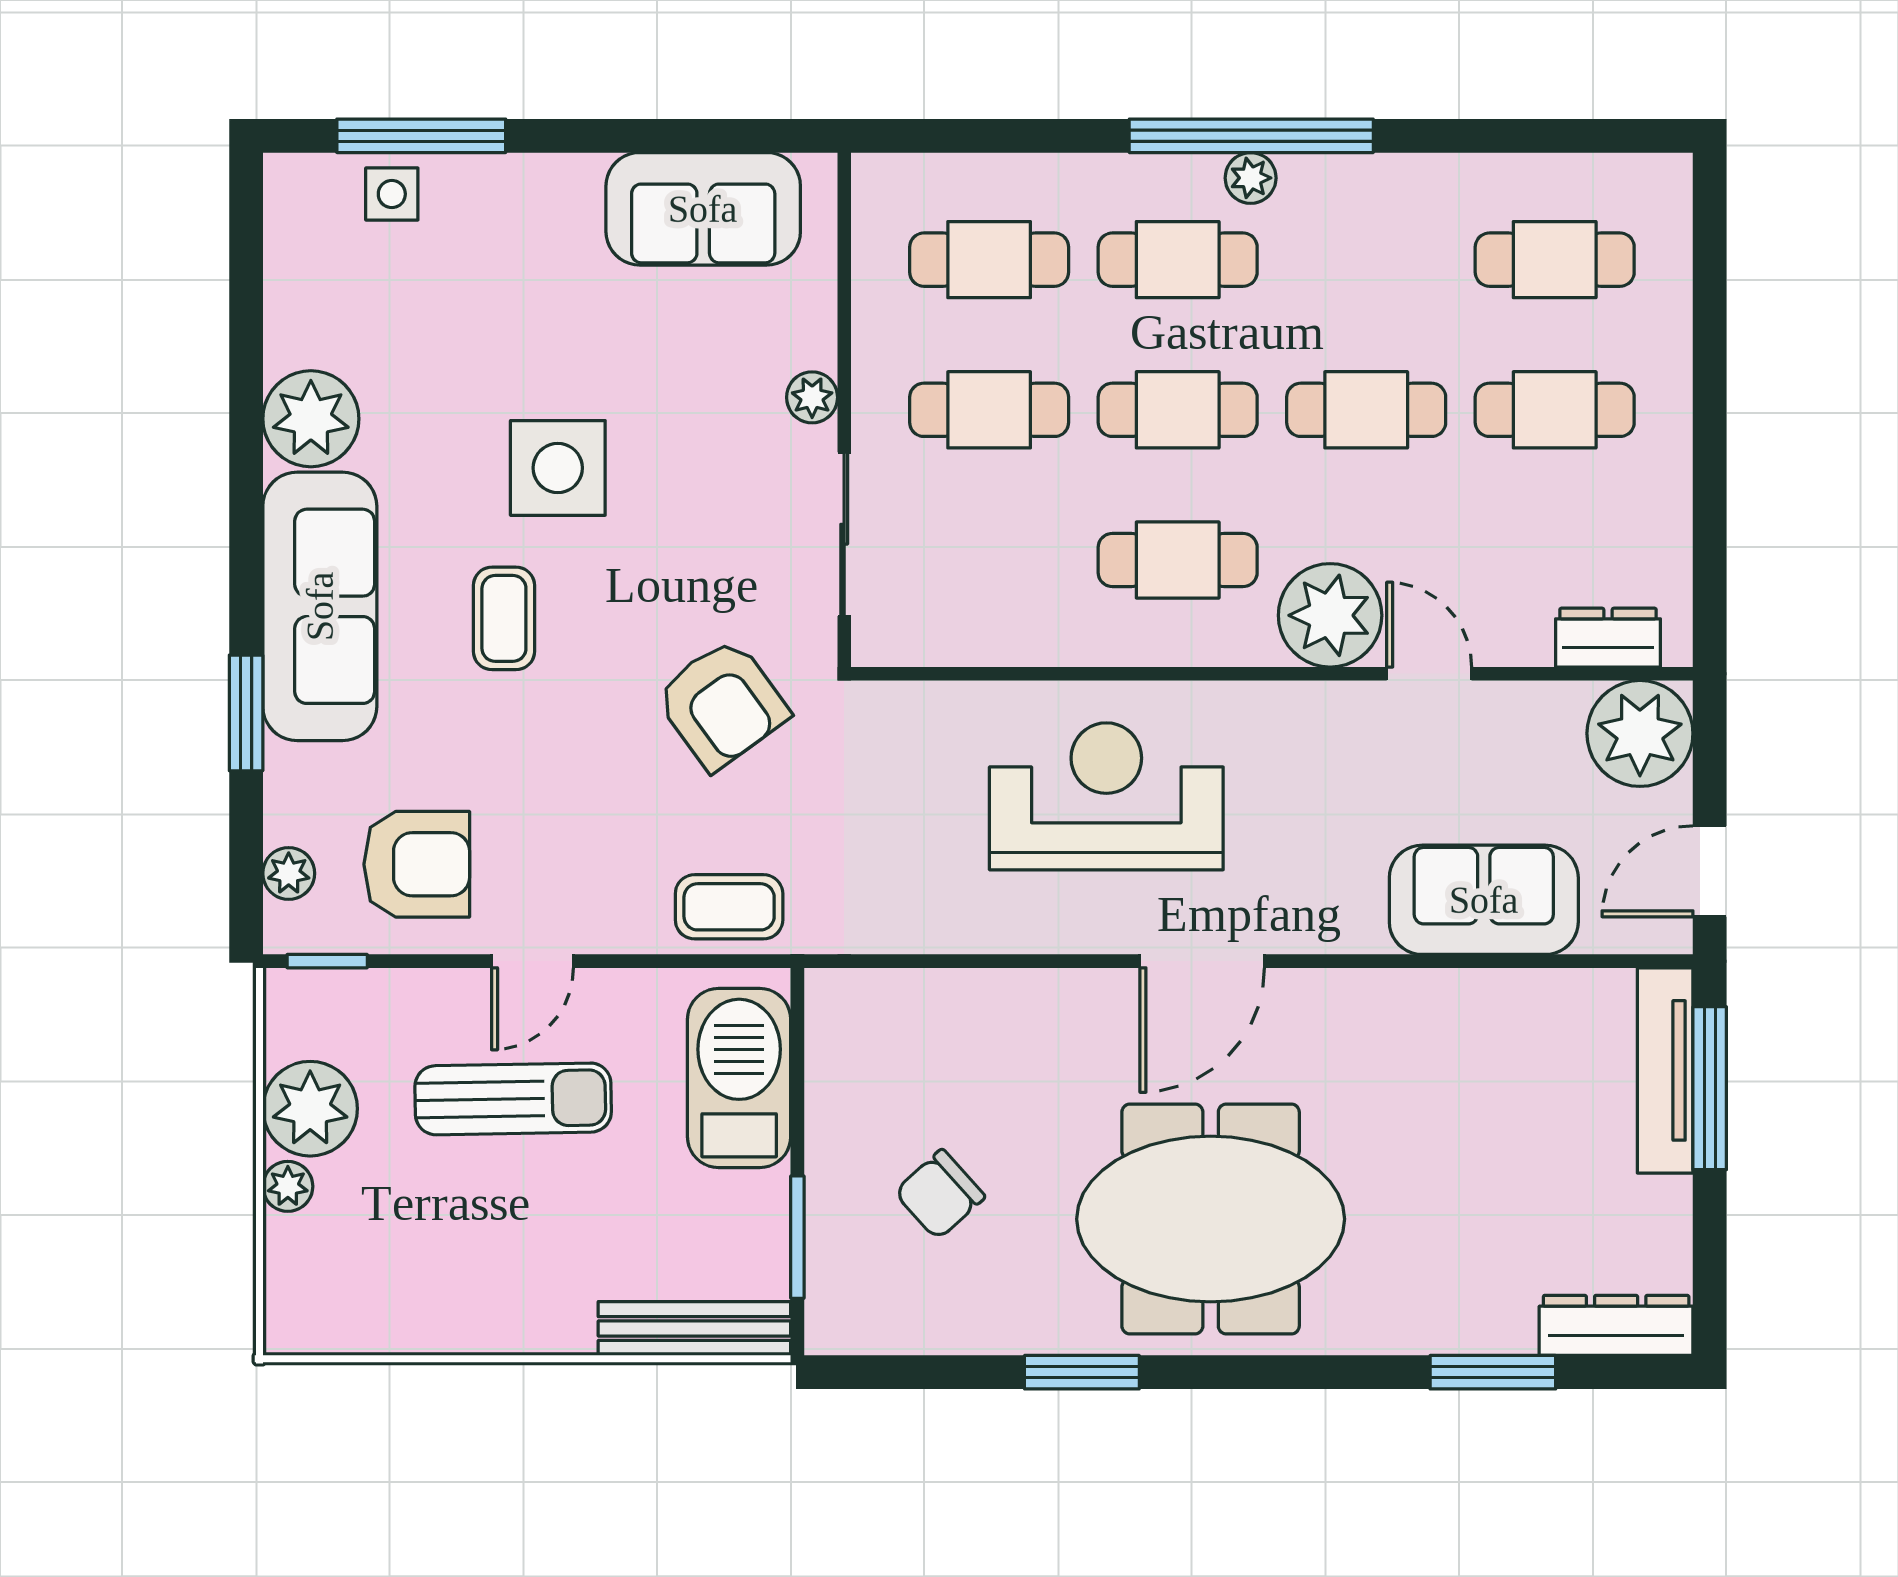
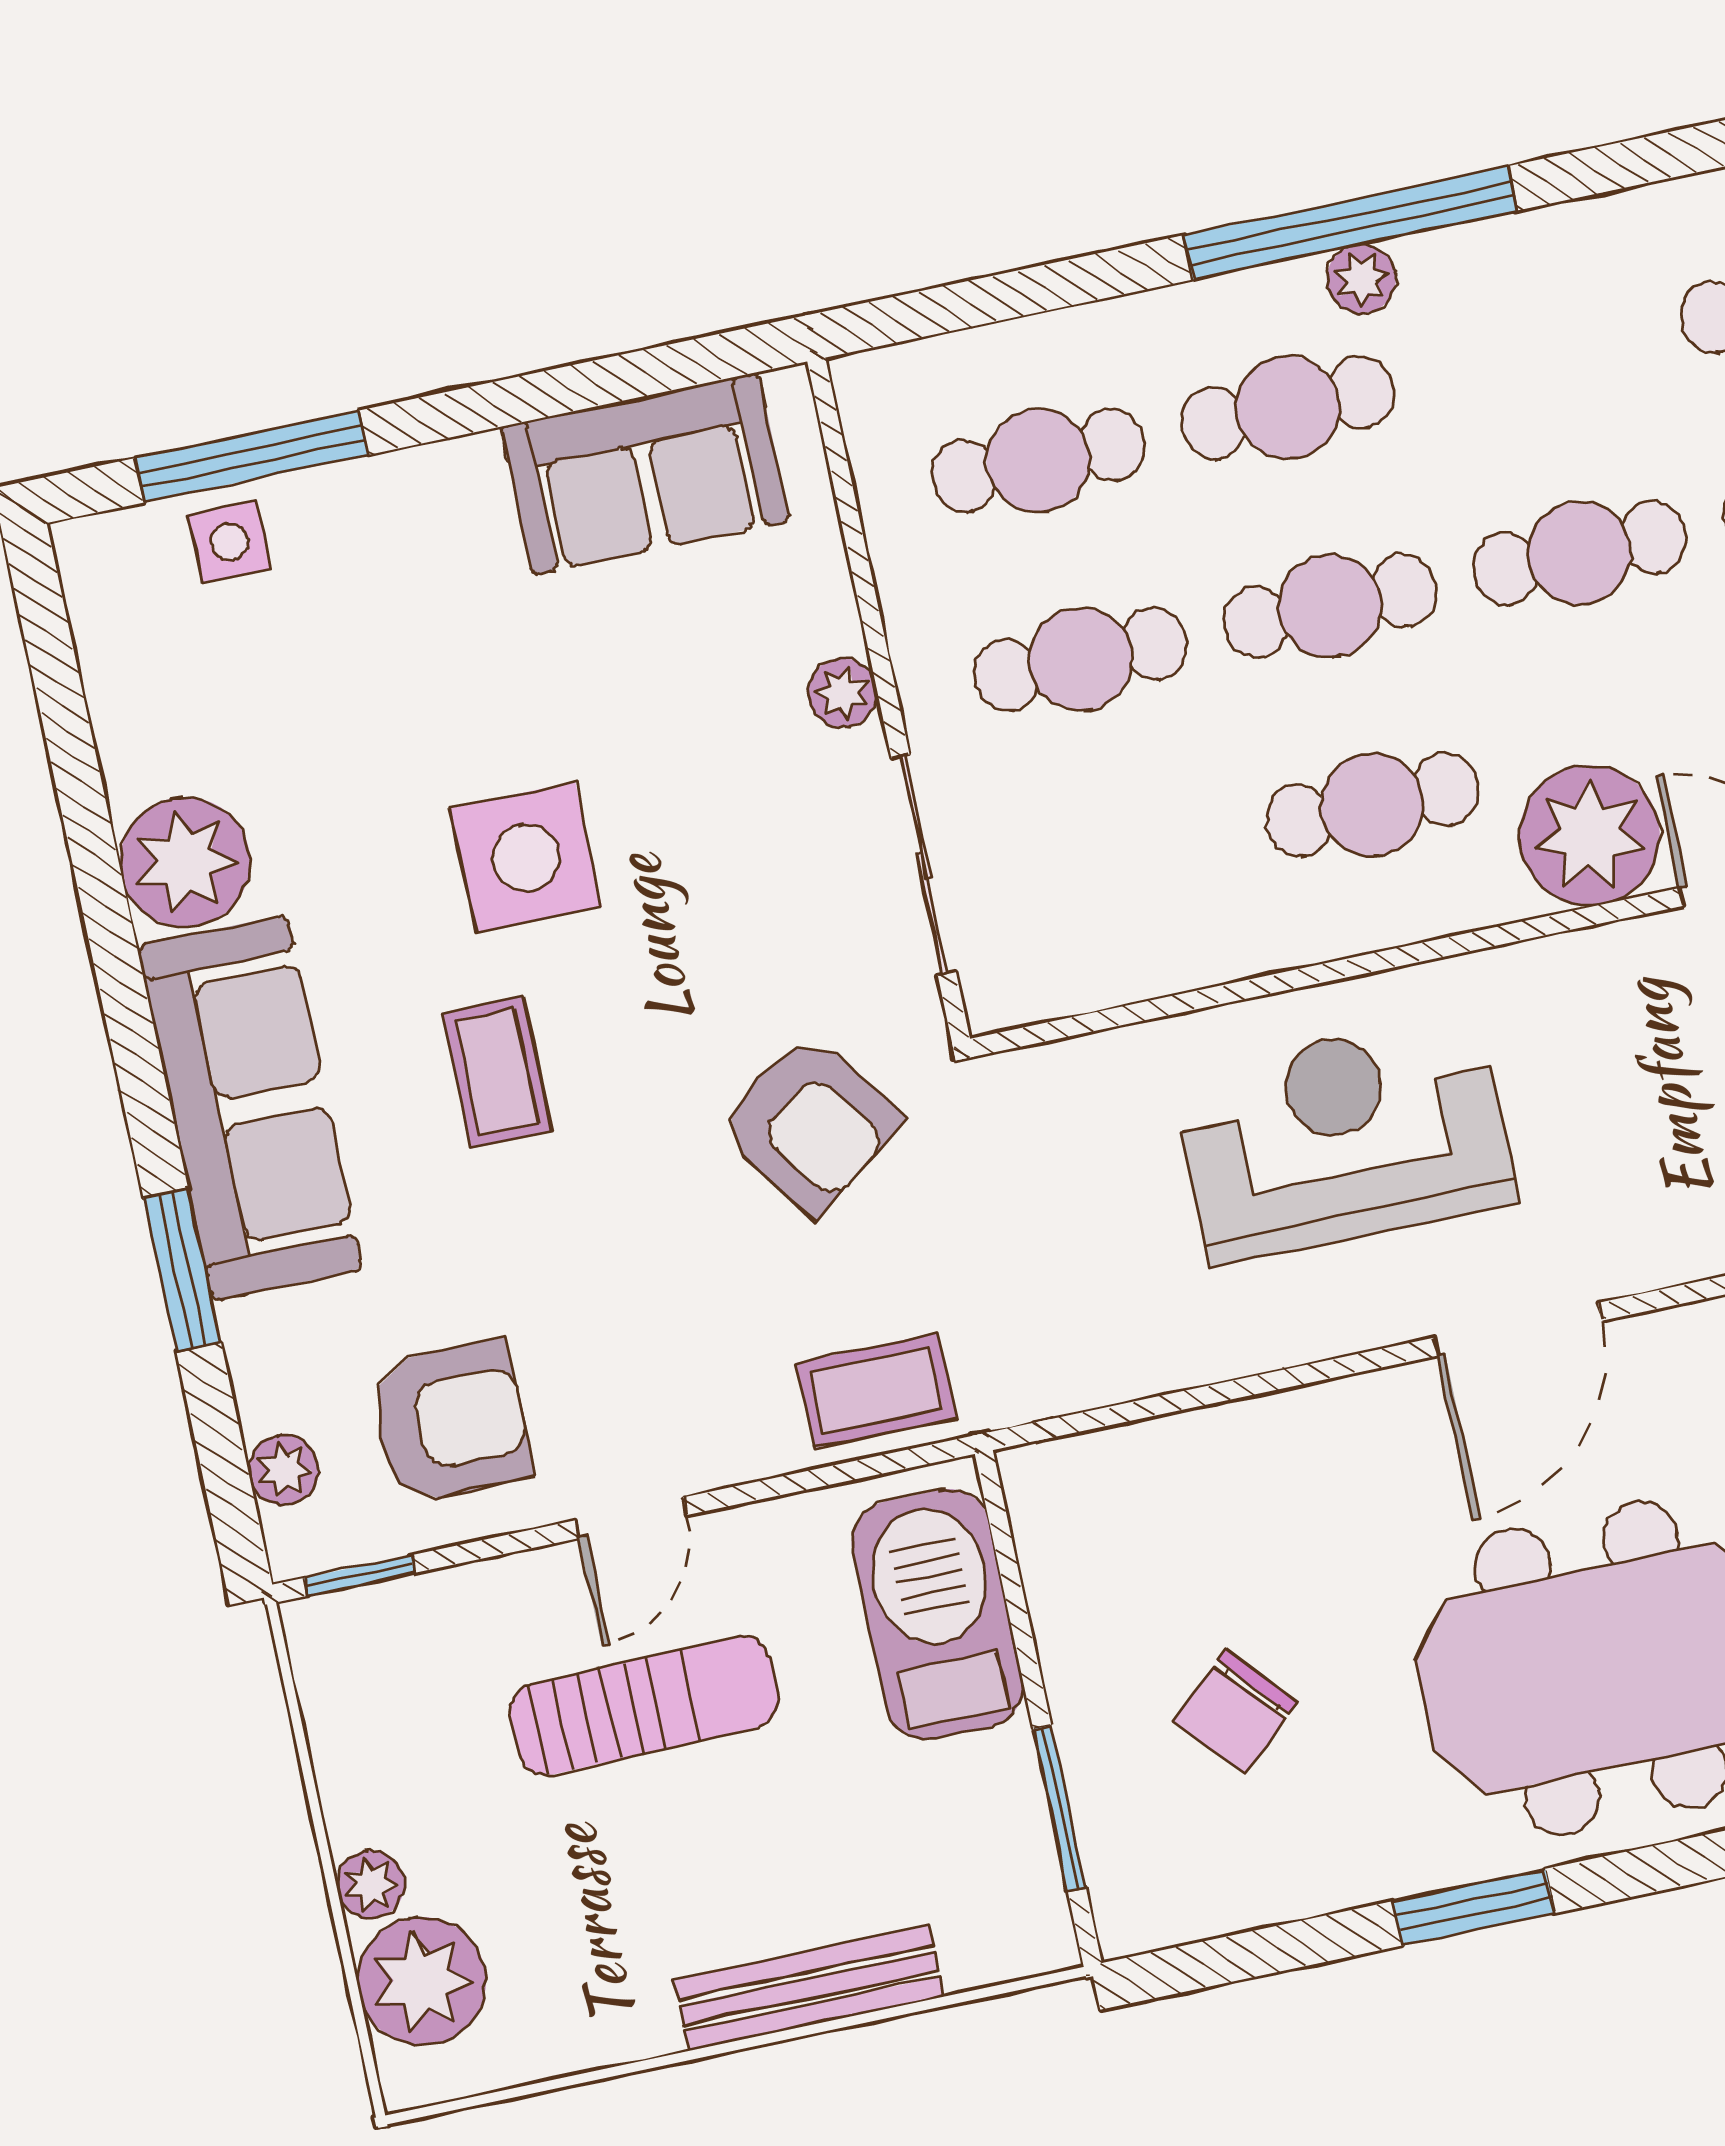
plant: (310, 1109) -> (422, 1981), moved
bench: (694, 1329) -> (809, 1988), moved

